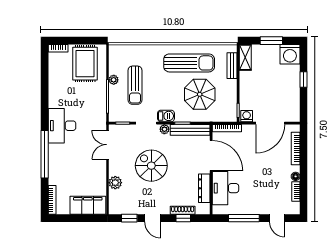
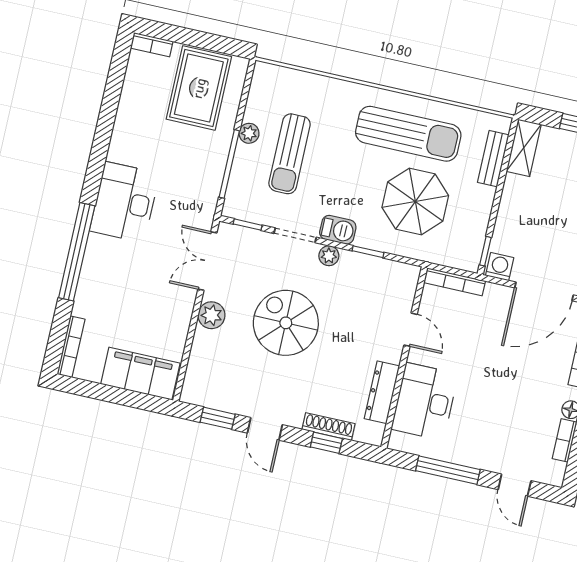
bench: (190, 130) -> (380, 269), removed
door: (211, 156) -> (410, 330), width x0.53
plant: (115, 183) -> (211, 315), moved

